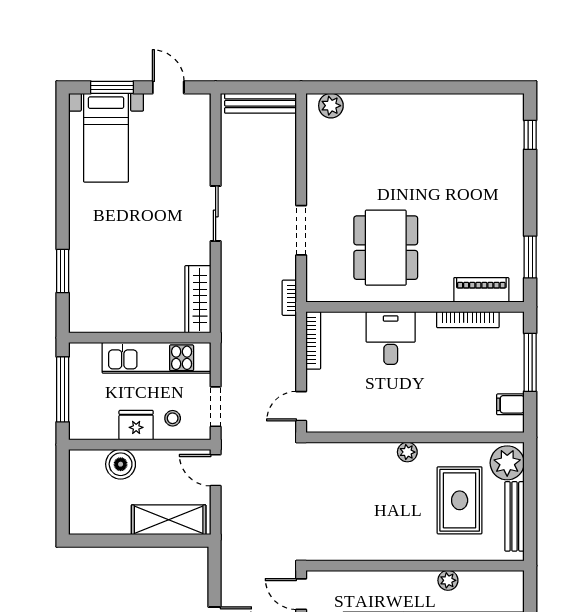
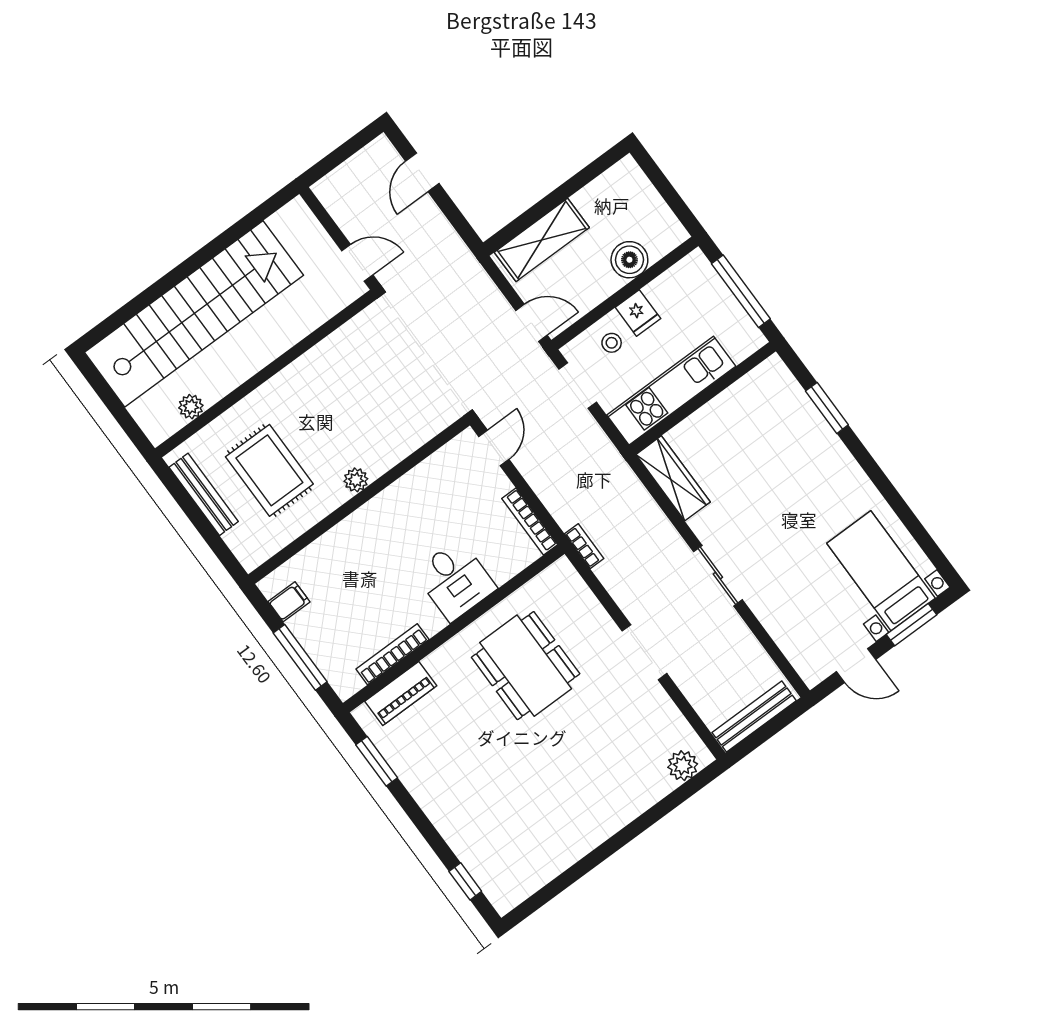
doorway: (301, 230) -> (644, 652), moved
fridge: (136, 425) -> (638, 313), width x0.72
plant: (507, 463) -> (250, 542), removed
plant: (448, 580) -> (191, 407), moved

